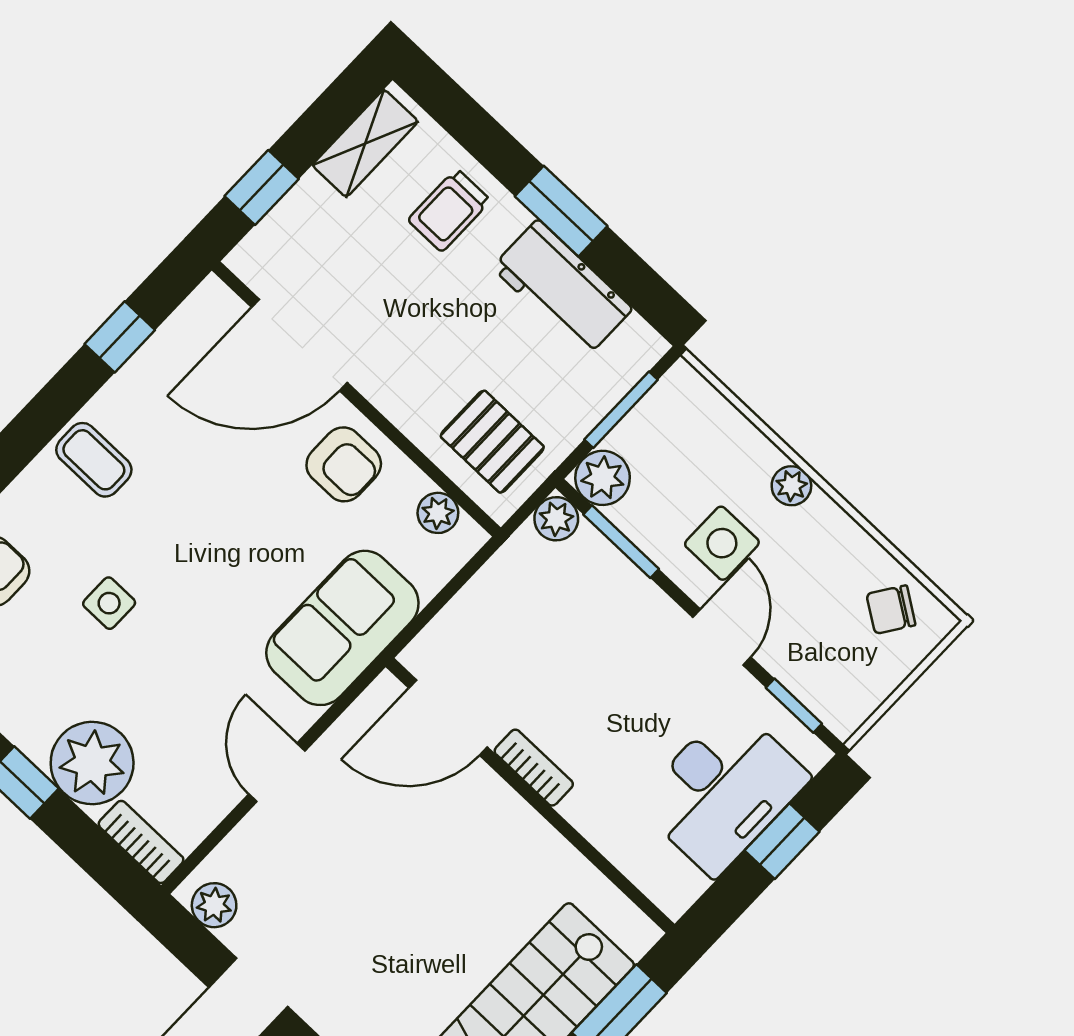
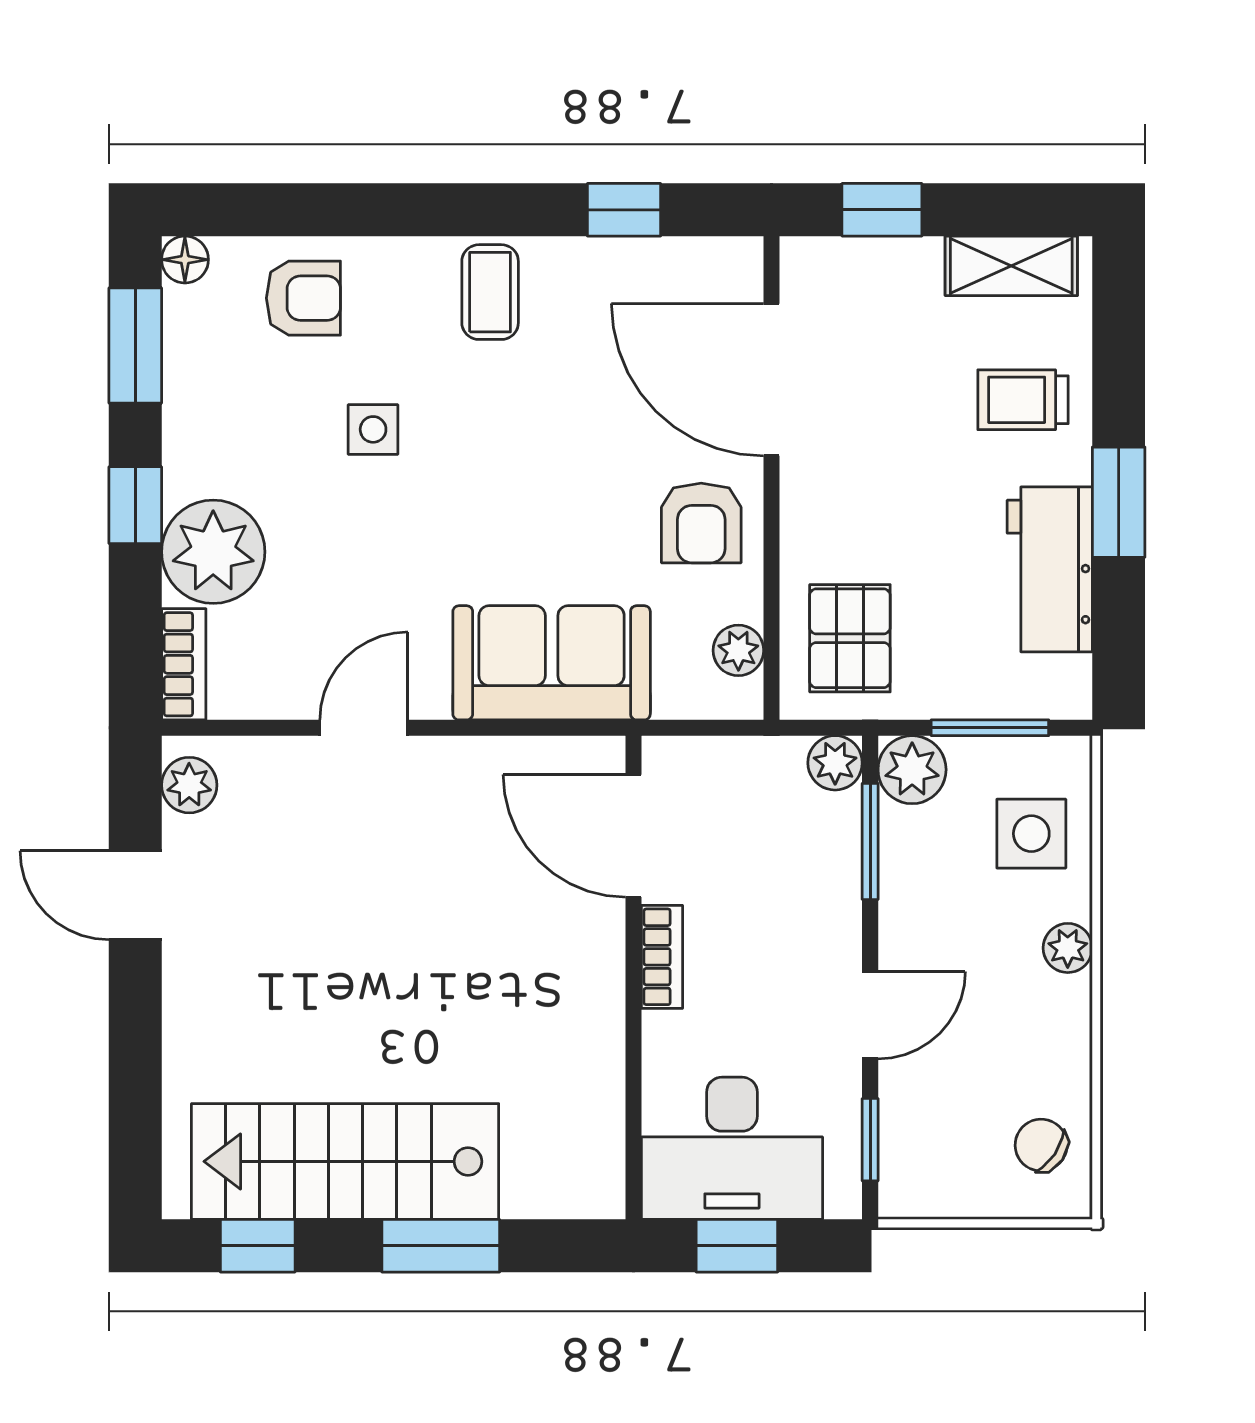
side table: (722, 543) -> (1031, 834), moved
door: (448, 718) -> (633, 836), moved
bookcase: (534, 768) -> (662, 957), moved
wall: (530, 795) -> (633, 978), moved

